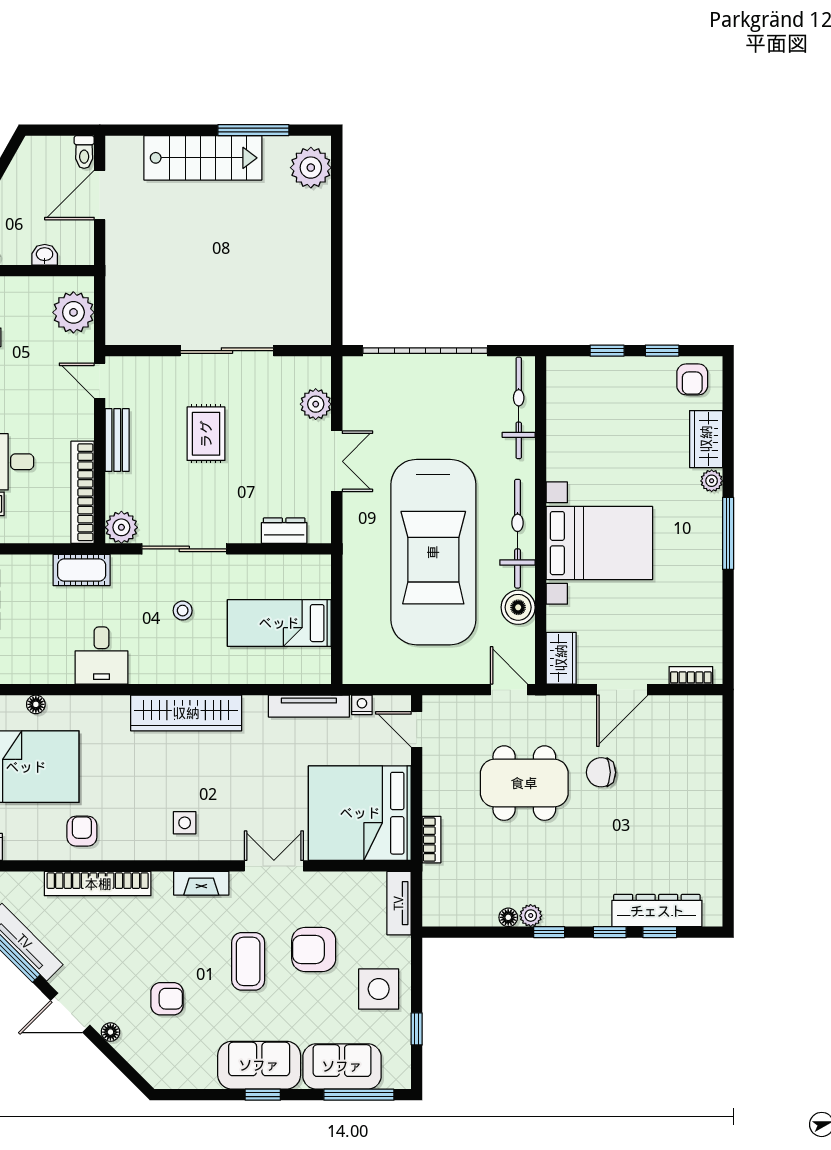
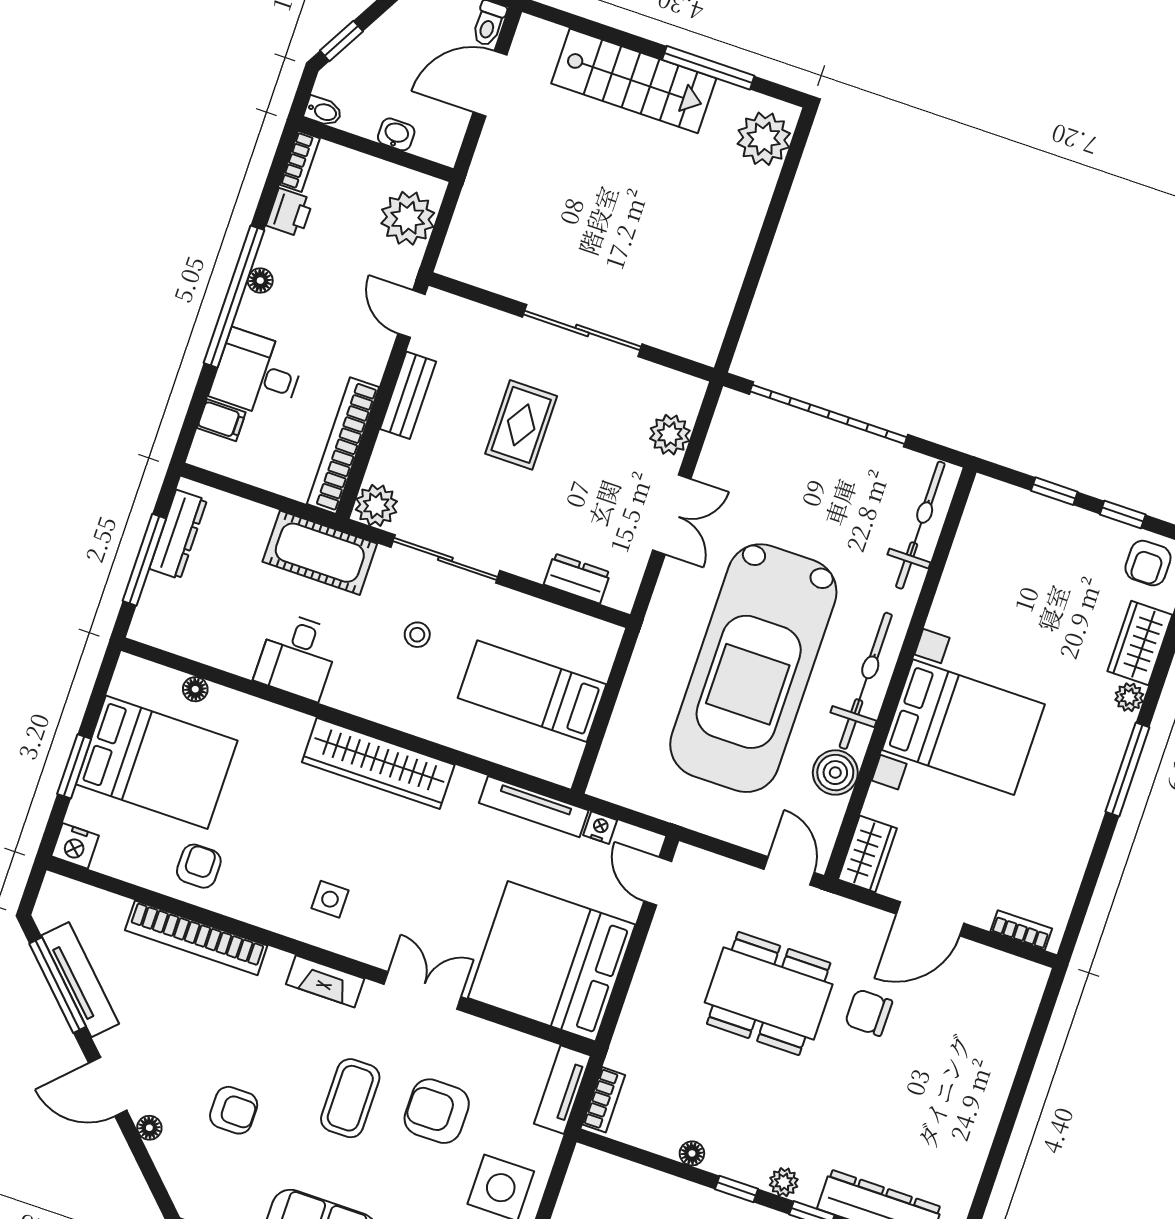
cot: (82, 570) -> (320, 553), width x1.37, depth x1.34
bookcase: (431, 840) -> (604, 1100), moved
plant: (531, 916) -> (784, 1182), moved

